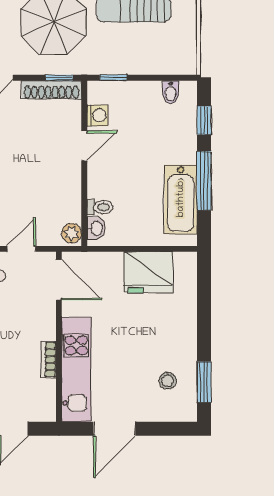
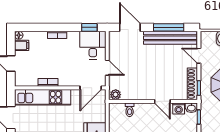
washbasin: (96, 228) -> (191, 108), moved

